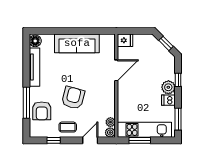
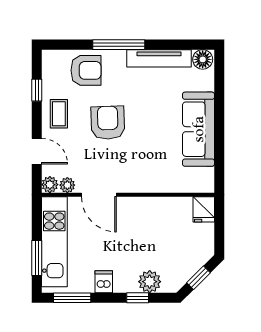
door: (116, 70) -> (99, 195), moved
plant: (168, 87) -> (150, 282), moved
armchair: (73, 98) -> (108, 123), turned -107
window: (26, 103) -> (119, 45), moved
armchair: (42, 111) -> (86, 70), turned 180
window: (140, 140) -> (37, 258), moved

